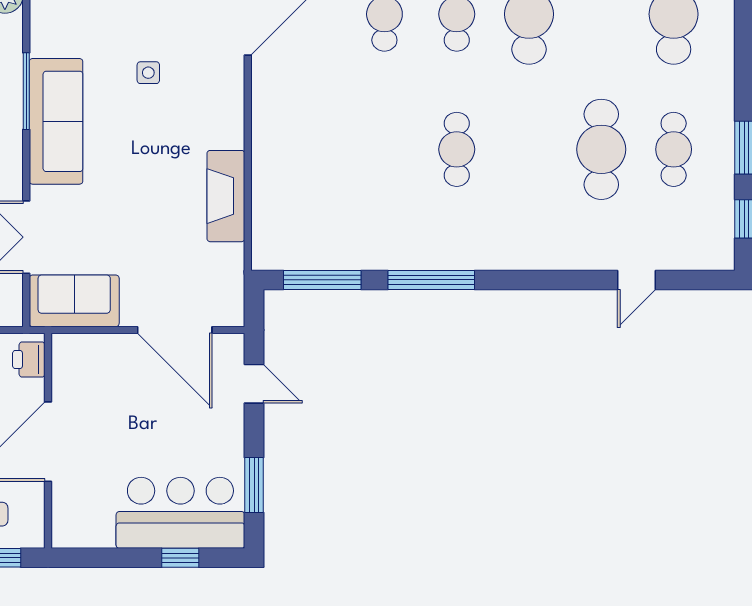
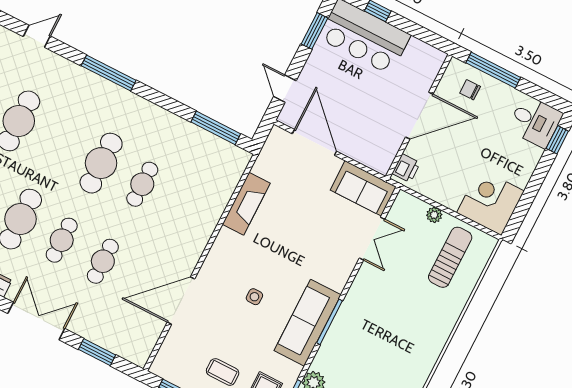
sofa: (56, 121) -> (308, 323), moved
cafe table: (384, 149) -> (142, 184), added
cafe table: (457, 149) -> (101, 163), width x1.37, depth x1.35
window: (431, 280) -> (109, 73), moved

